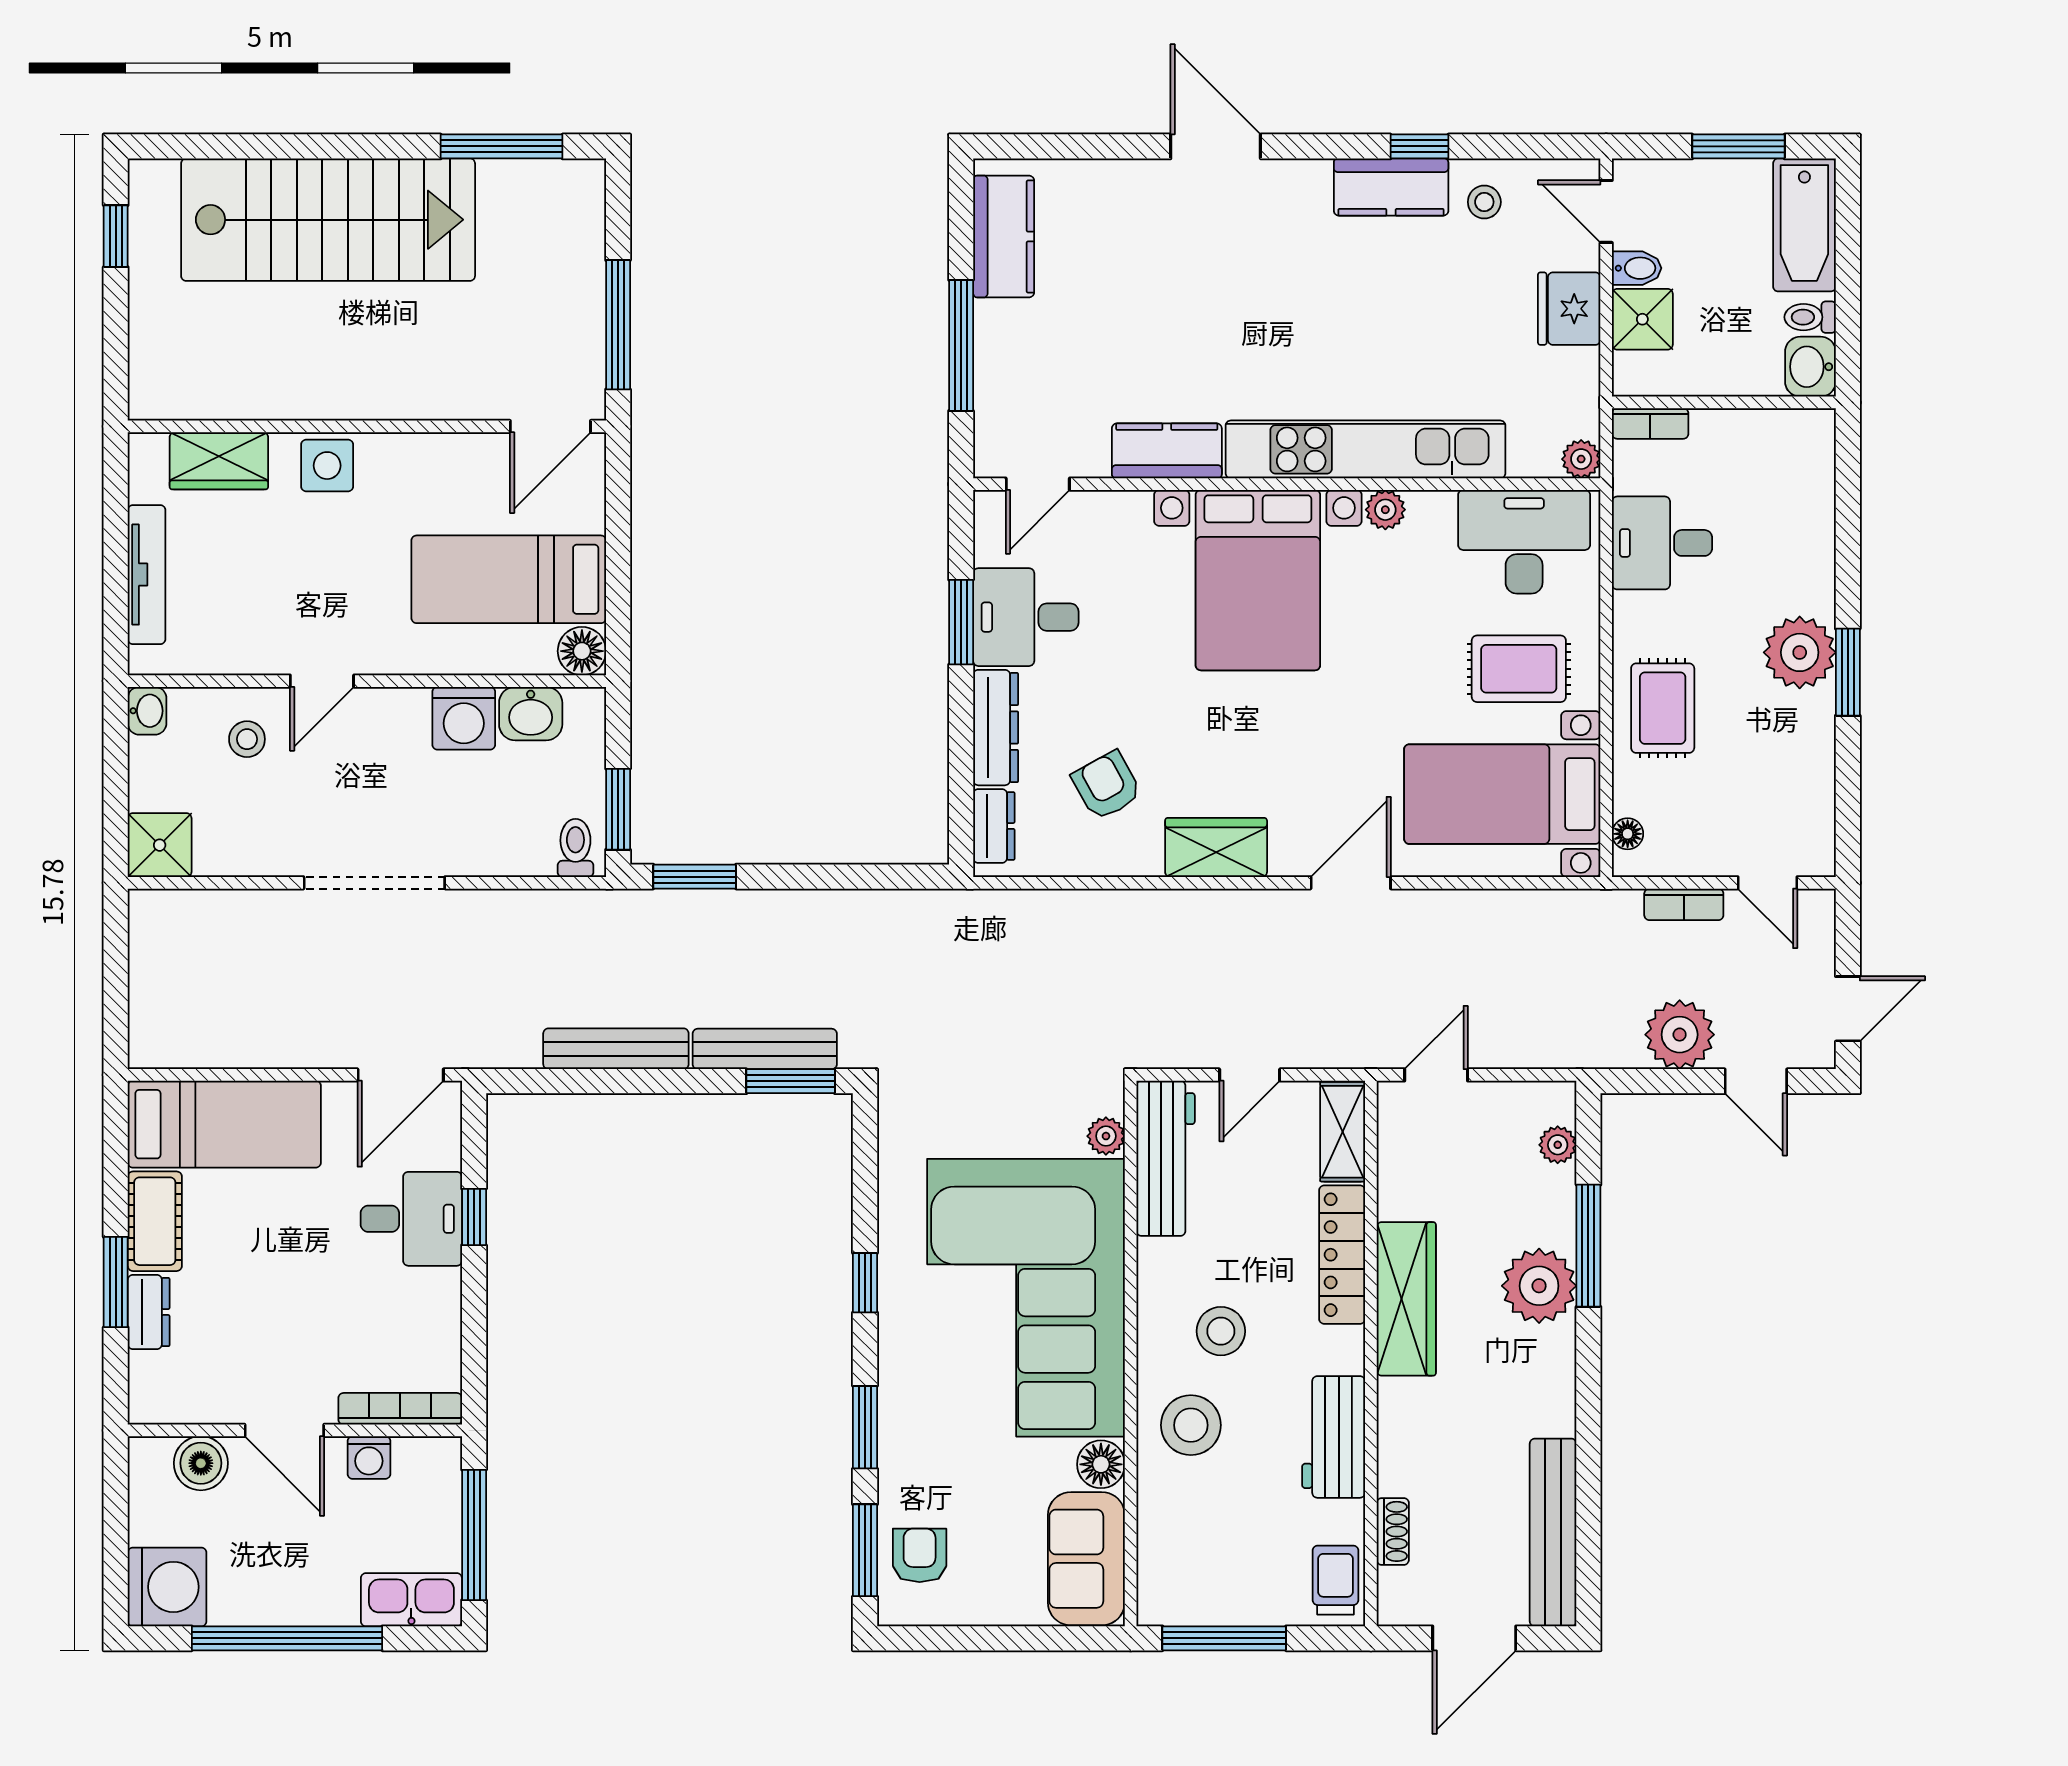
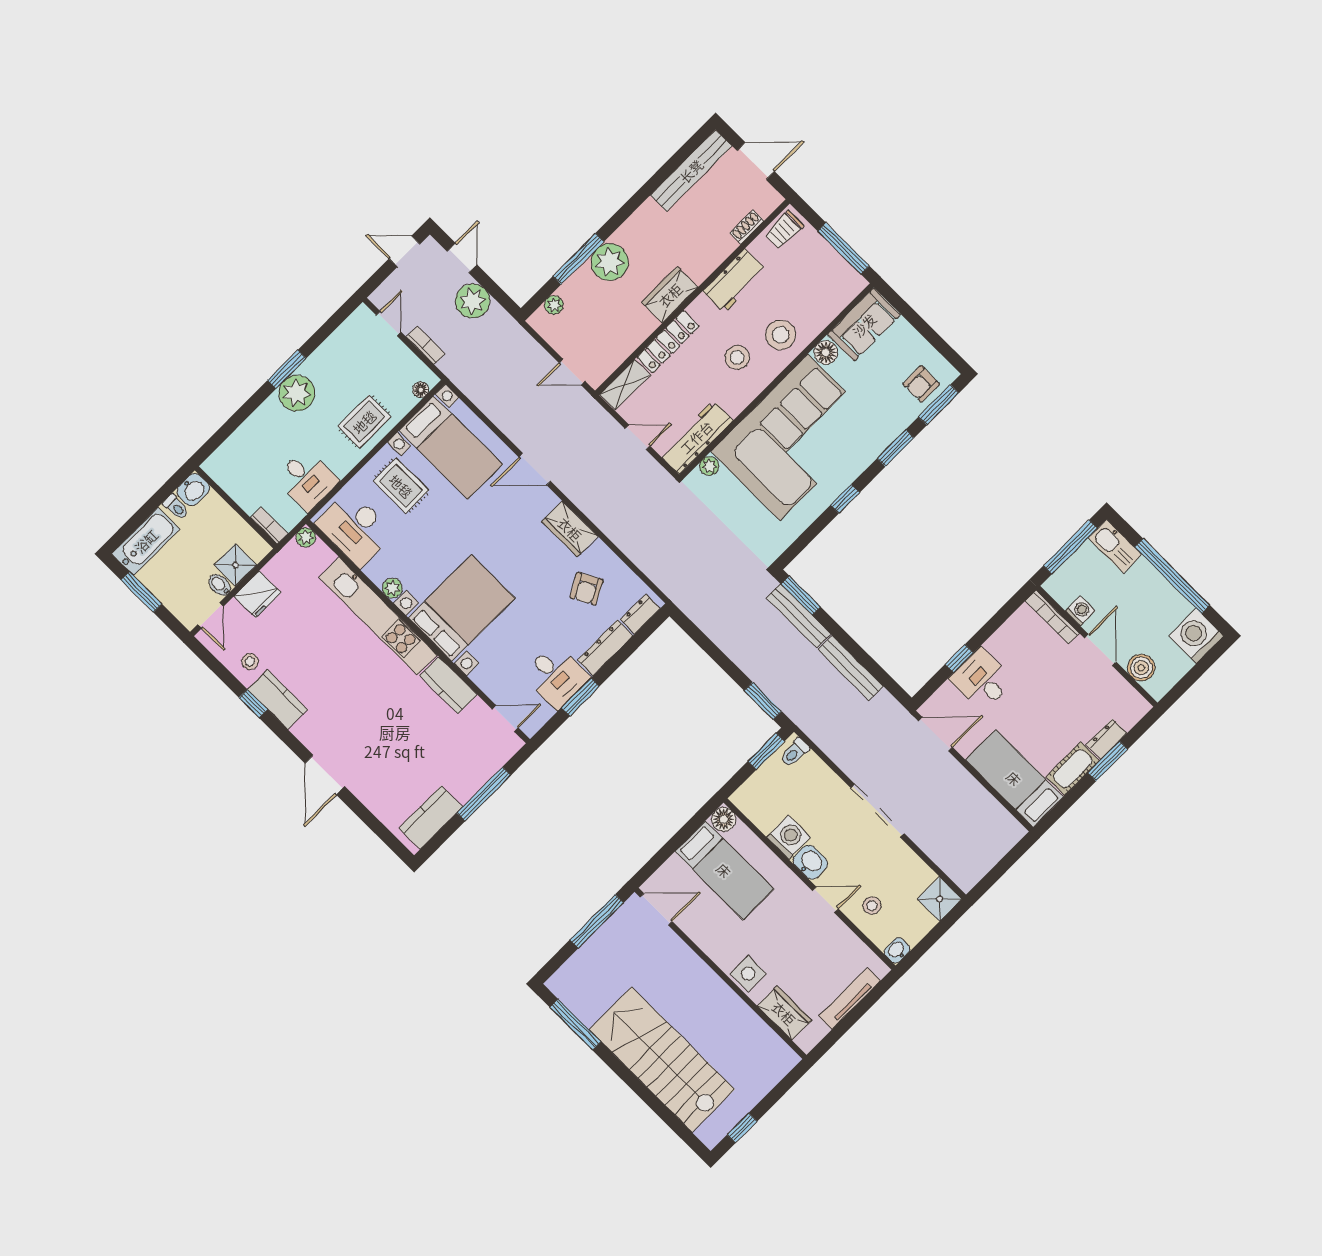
washbasin: (531, 714) -> (810, 862), moved
wardrobe: (1406, 1299) -> (670, 295), width x0.67

